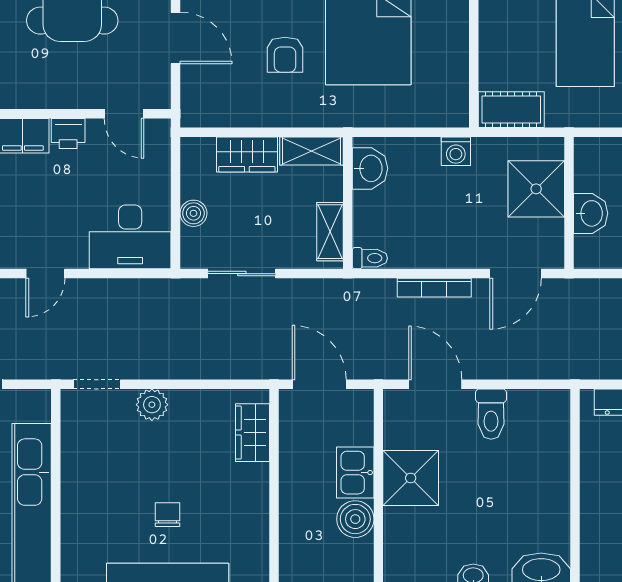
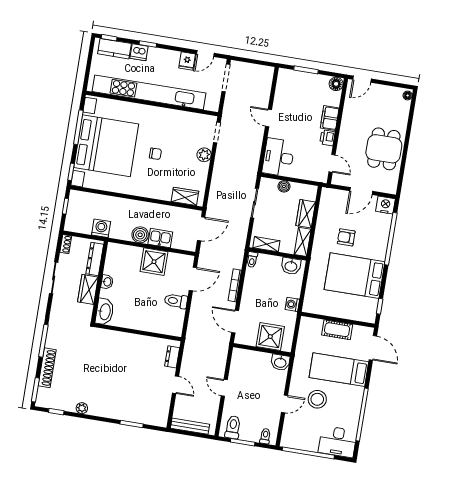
cot: (511, 110) -> (337, 330), moved, turned 90
door: (124, 114) -> (332, 163), swing flipped
washbasin: (591, 213) -> (280, 362), moved

